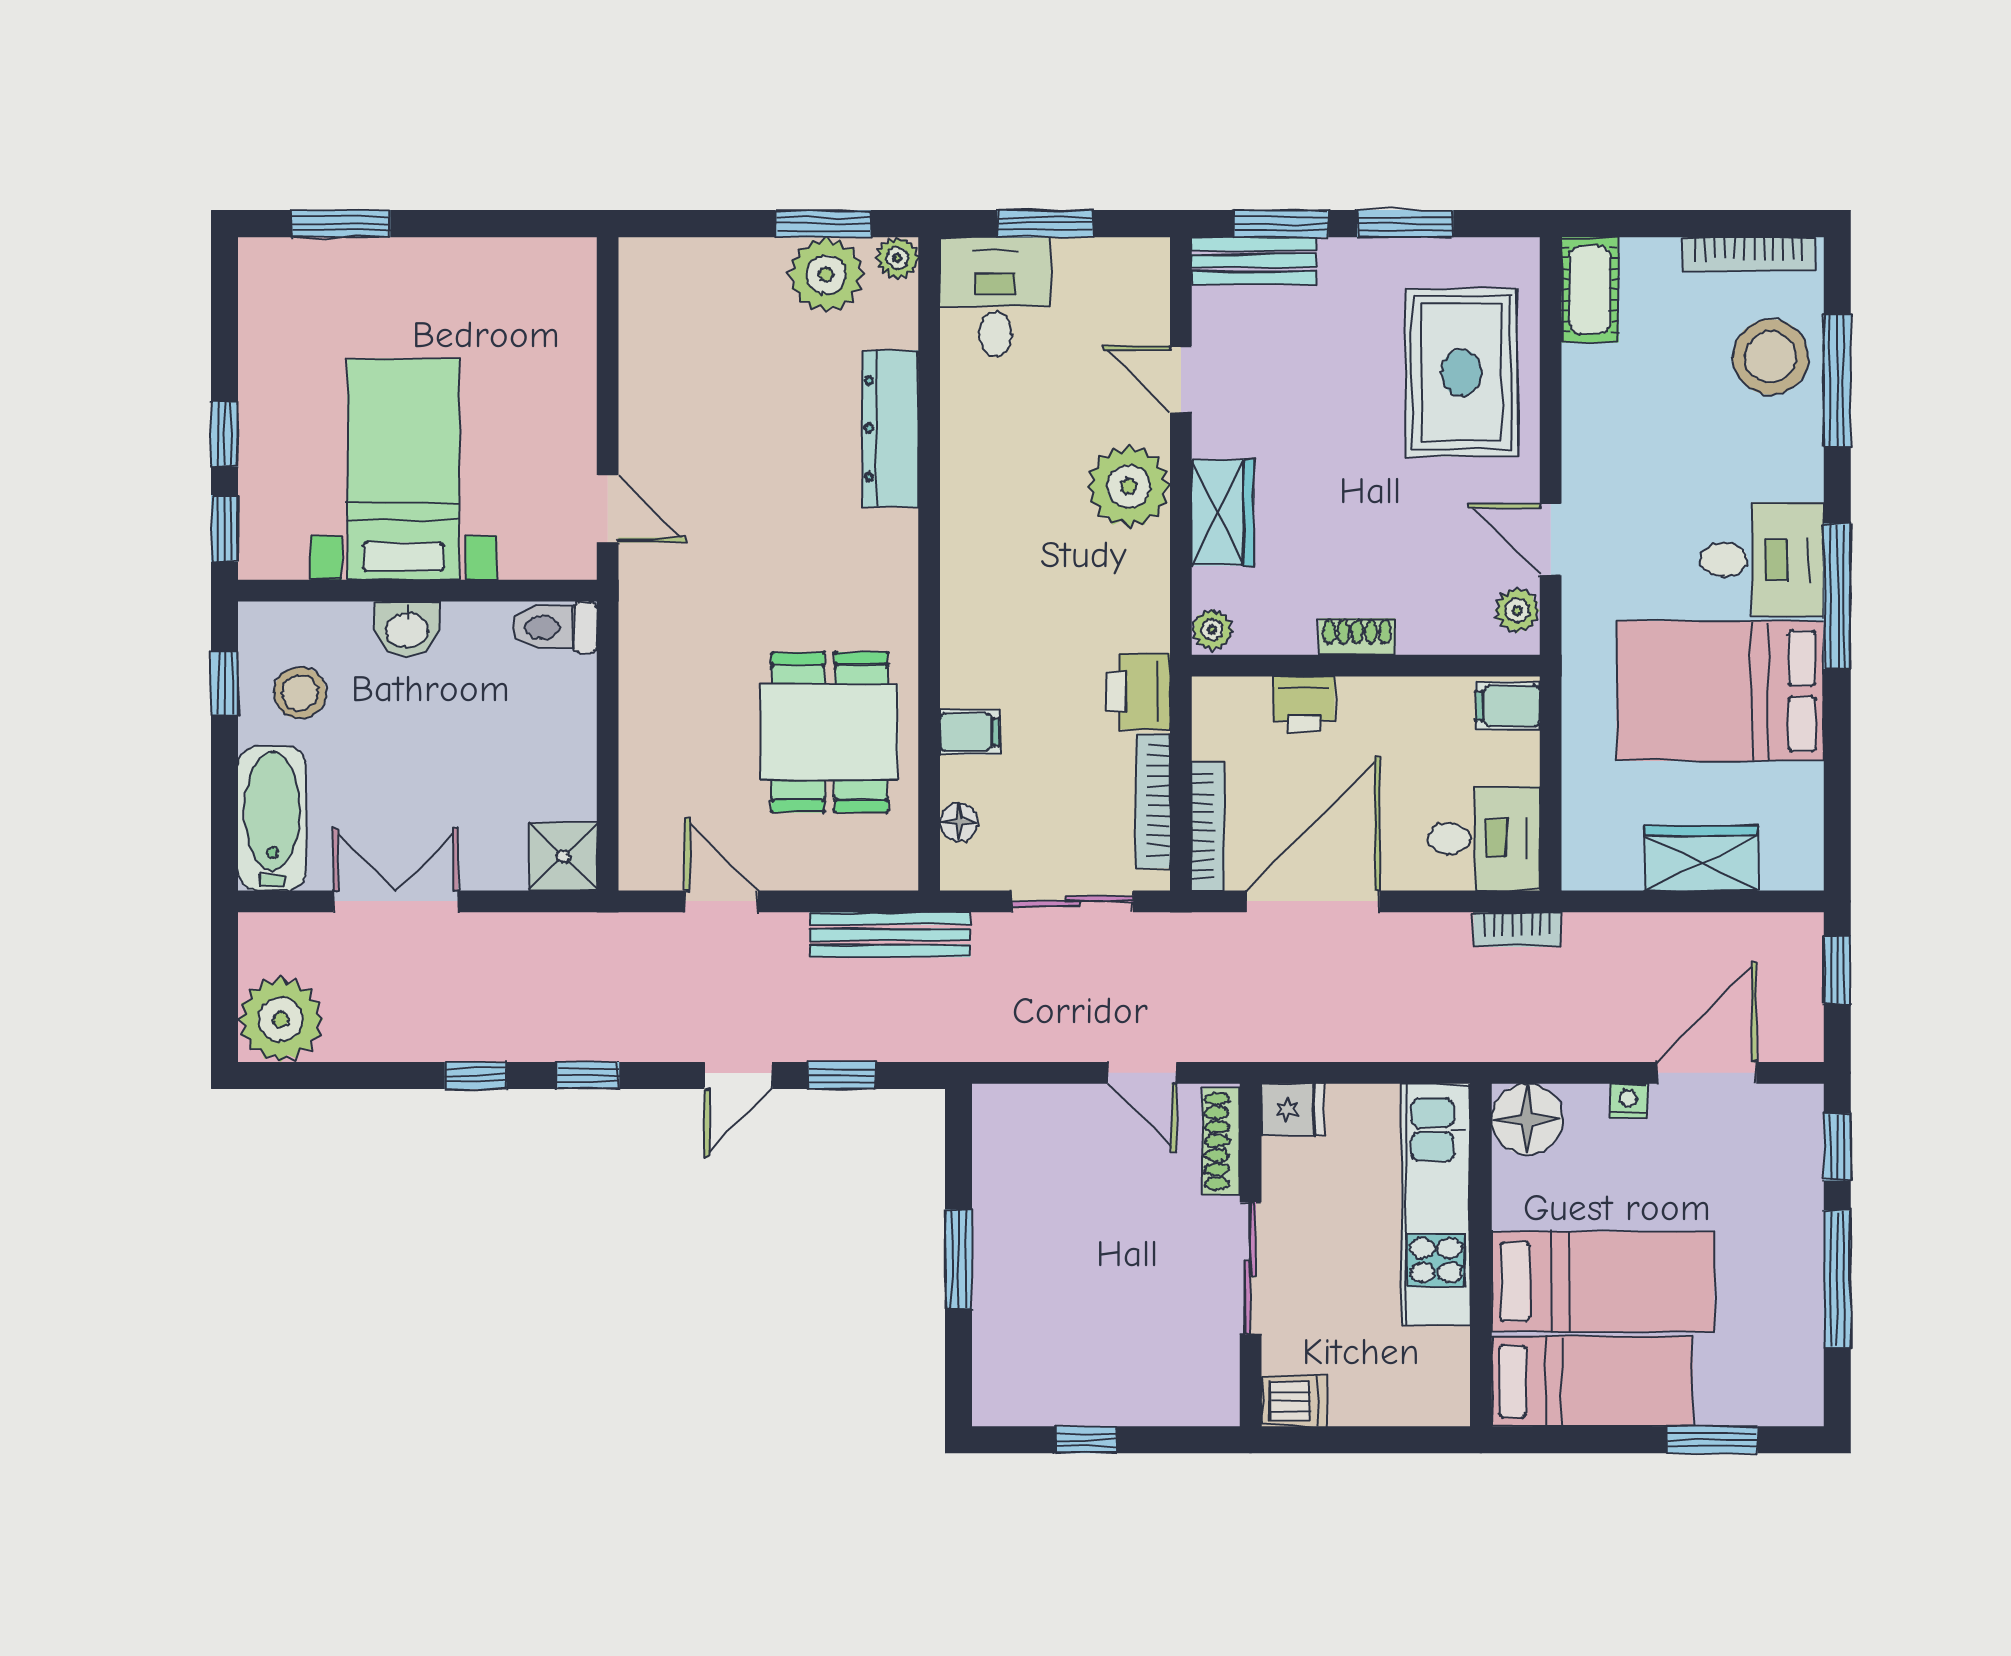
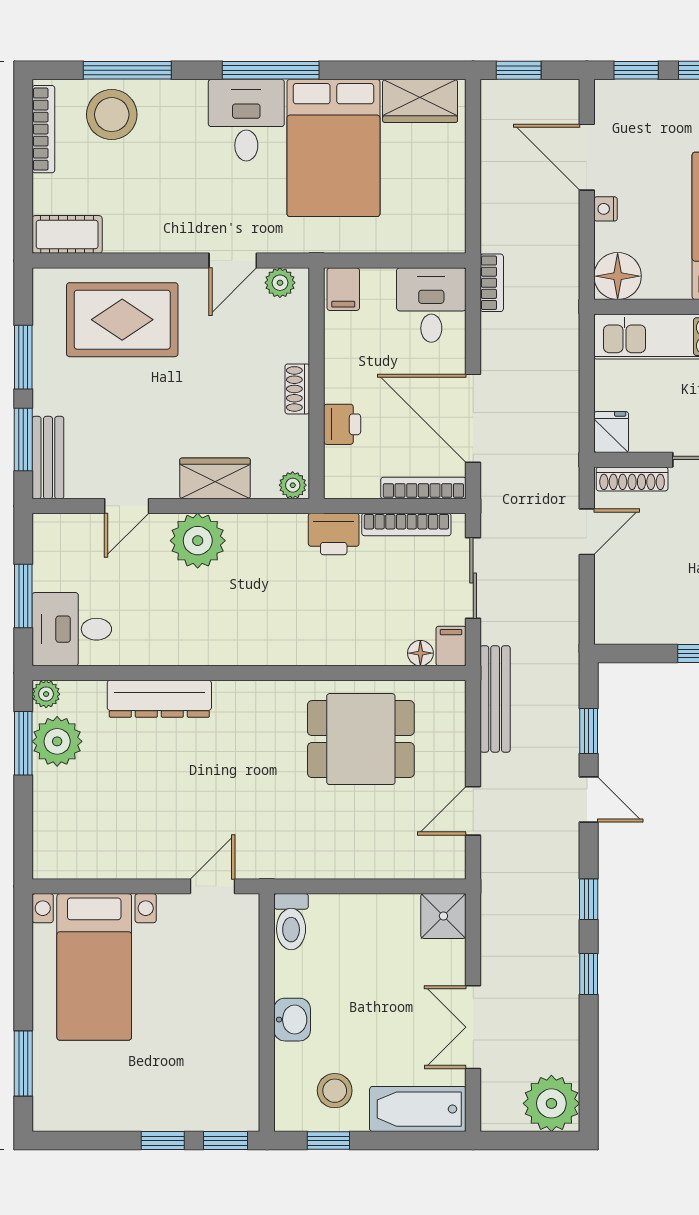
bed with nightstands: (404, 469) -> (94, 967), moved, turned -90
filing cabinet: (970, 732) -> (451, 646), moved
wardrobe: (1701, 858) -> (420, 101), moved, turned -90

